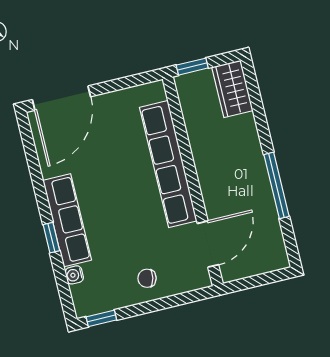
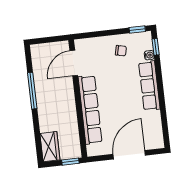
door: (61, 98) -> (129, 155), moved
window: (51, 238) -> (156, 47), moved
chair: (147, 278) -> (121, 51), moved

